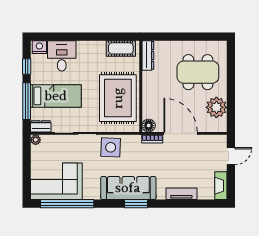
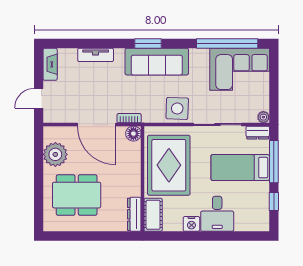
nightstand: (39, 47) -> (191, 224), moved
cot: (121, 48) -> (153, 215), moved, turned 90
desk: (62, 56) -> (217, 214), moved

